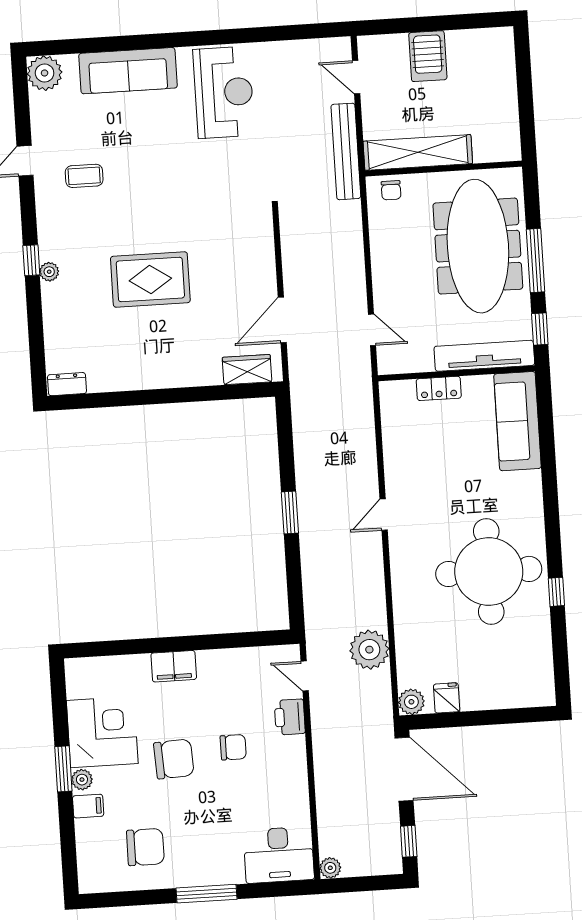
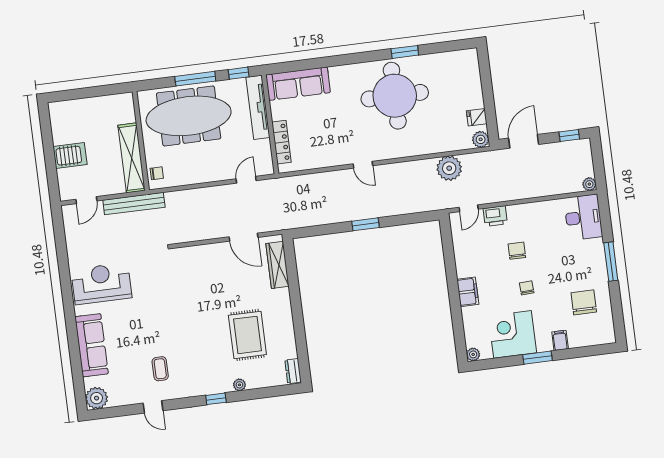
plant: (49, 272) -> (239, 385), moved
rug: (150, 280) -> (247, 335), moved
wardrobe: (247, 370) -> (277, 265), width x1.50
locker: (439, 388) -> (281, 142), width x1.53
window: (556, 592) -> (405, 52), width x1.50
chair: (174, 759) -> (527, 288), width x0.54, depth x0.54
door: (404, 769) -> (524, 141), width x0.73
plant: (82, 780) -> (473, 354), moved

